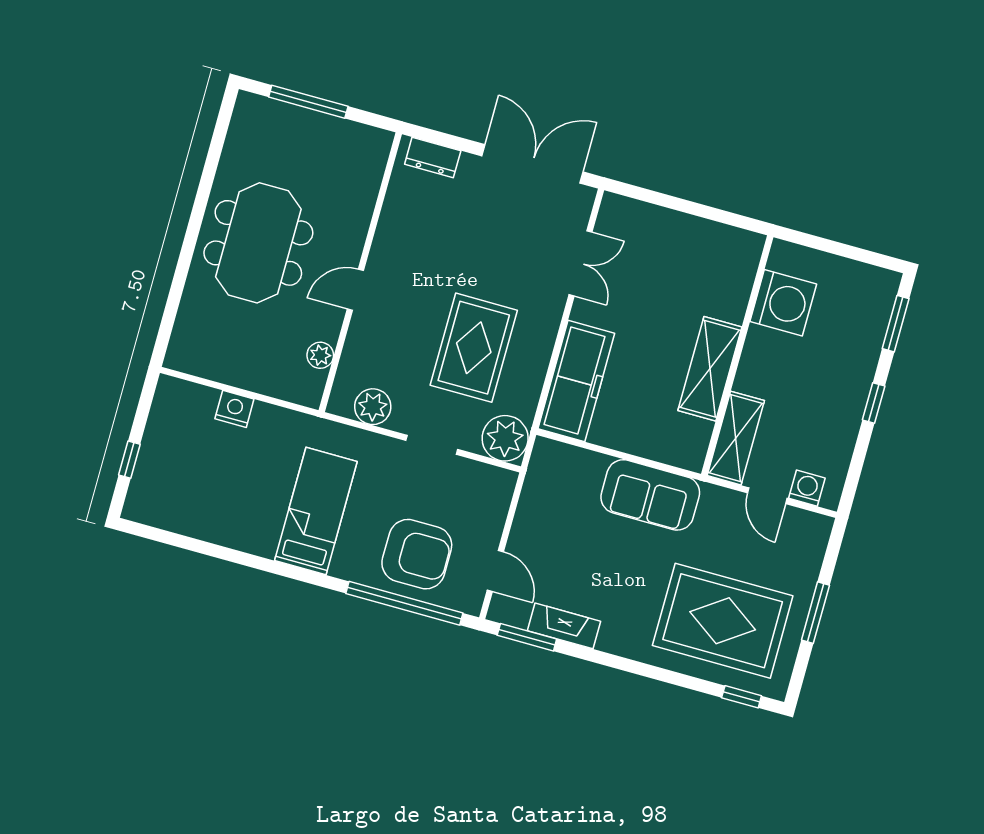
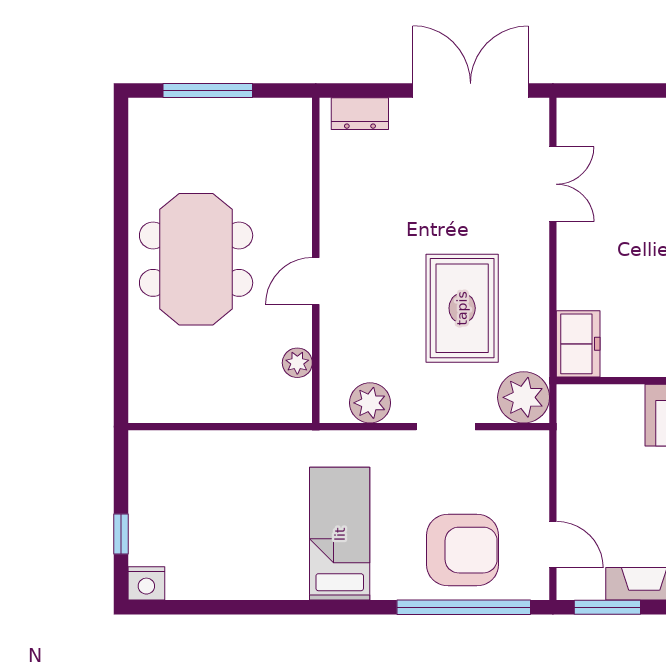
freezer: (576, 381) -> (578, 344), width x0.52, depth x0.79
nightstand: (234, 409) -> (146, 583), moved, turned 180

